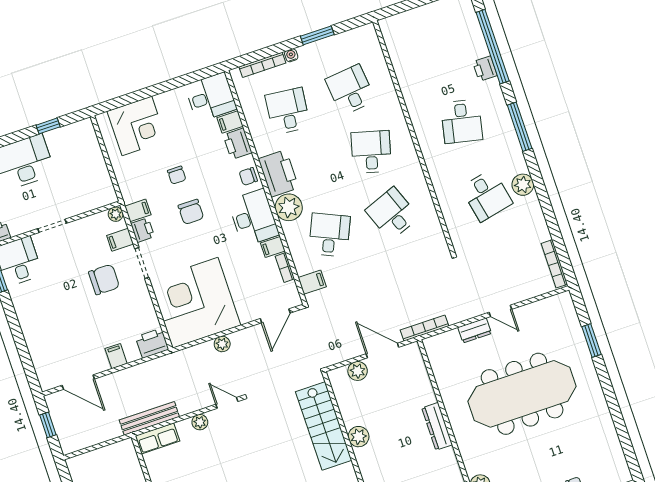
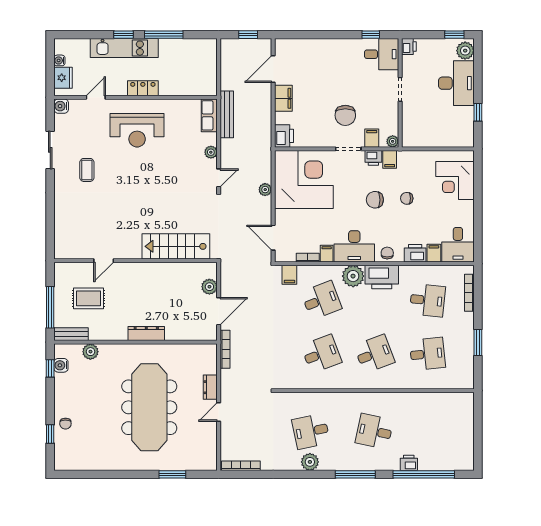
water cooler: (291, 55) -> (469, 317), removed
desk: (371, 152) -> (374, 354), turned -36
desk: (329, 235) -> (321, 300), turned -45
filing cabinet: (116, 356) -> (283, 98), width x2.00
plant: (359, 437) -> (159, 270), removed

